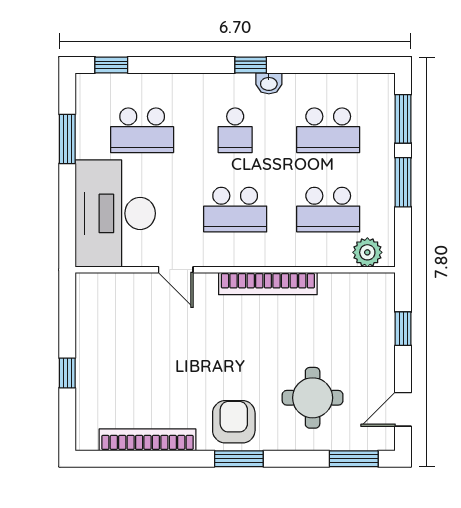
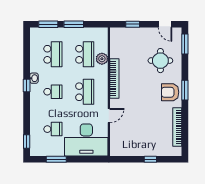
school desk: (142, 130) -> (53, 129), width x0.54
plant: (367, 252) -> (102, 59), moved

